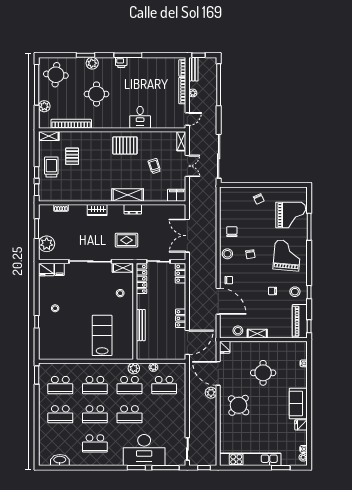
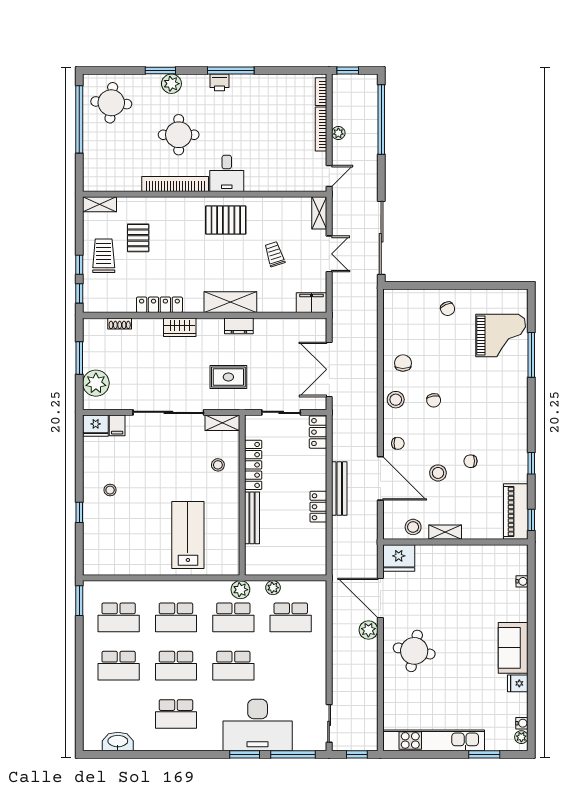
bench: (193, 69) -> (339, 489), moved, width x1.36
plant: (44, 106) -> (92, 155), removed
desk: (140, 117) -> (227, 173), moved
bookcase: (71, 124) -> (175, 184), moved
locker: (85, 197) -> (159, 305), added
grand piano: (287, 255) -> (495, 402), removed
locker: (141, 279) -> (253, 465), moved
stool: (295, 292) -> (438, 473), moved
door: (187, 342) -> (329, 546), removed
fridge: (225, 347) -> (399, 558), width x1.88, depth x1.34
round table: (263, 373) -> (455, 597), removed
round table: (239, 405) -> (414, 651), turned -32

